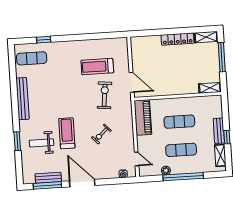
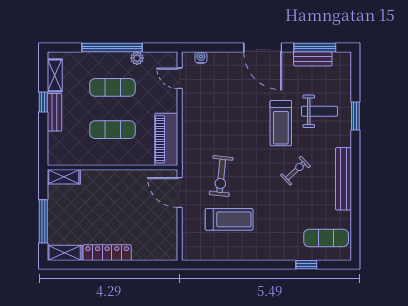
exercise bike: (101, 134) -> (296, 171), moved

